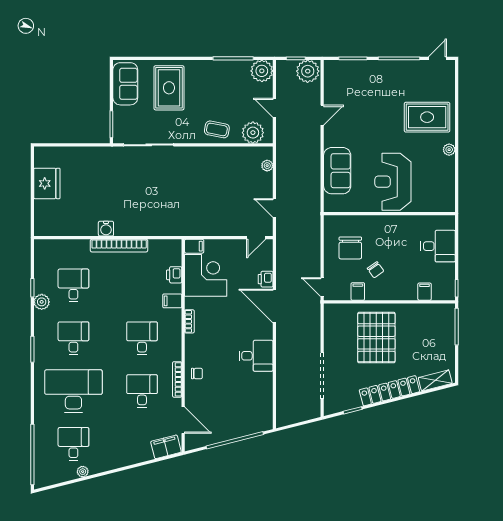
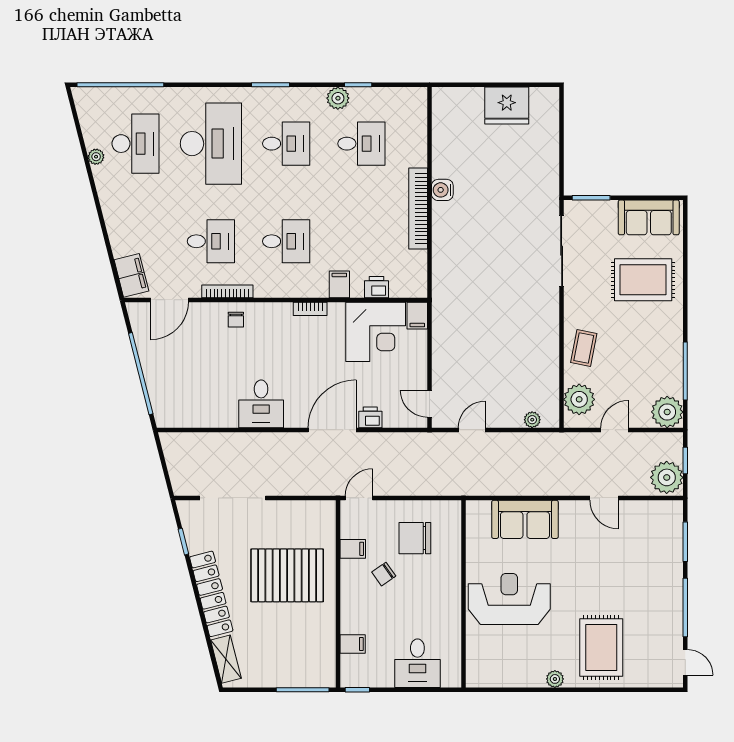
desk: (73, 444) -> (136, 144), width x1.37

